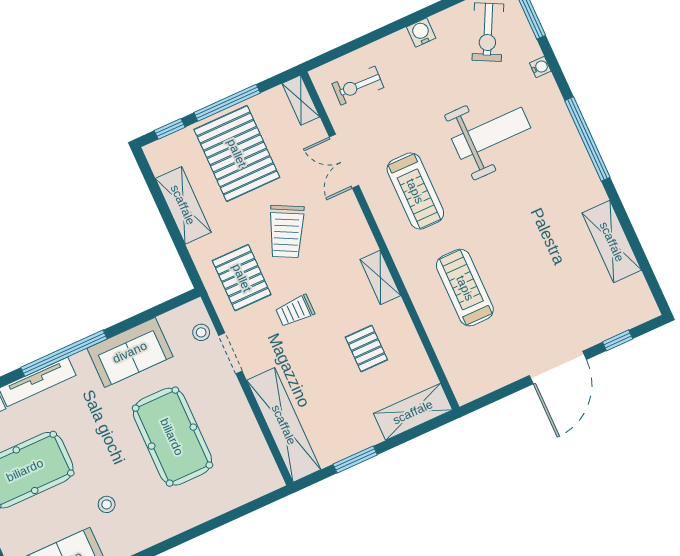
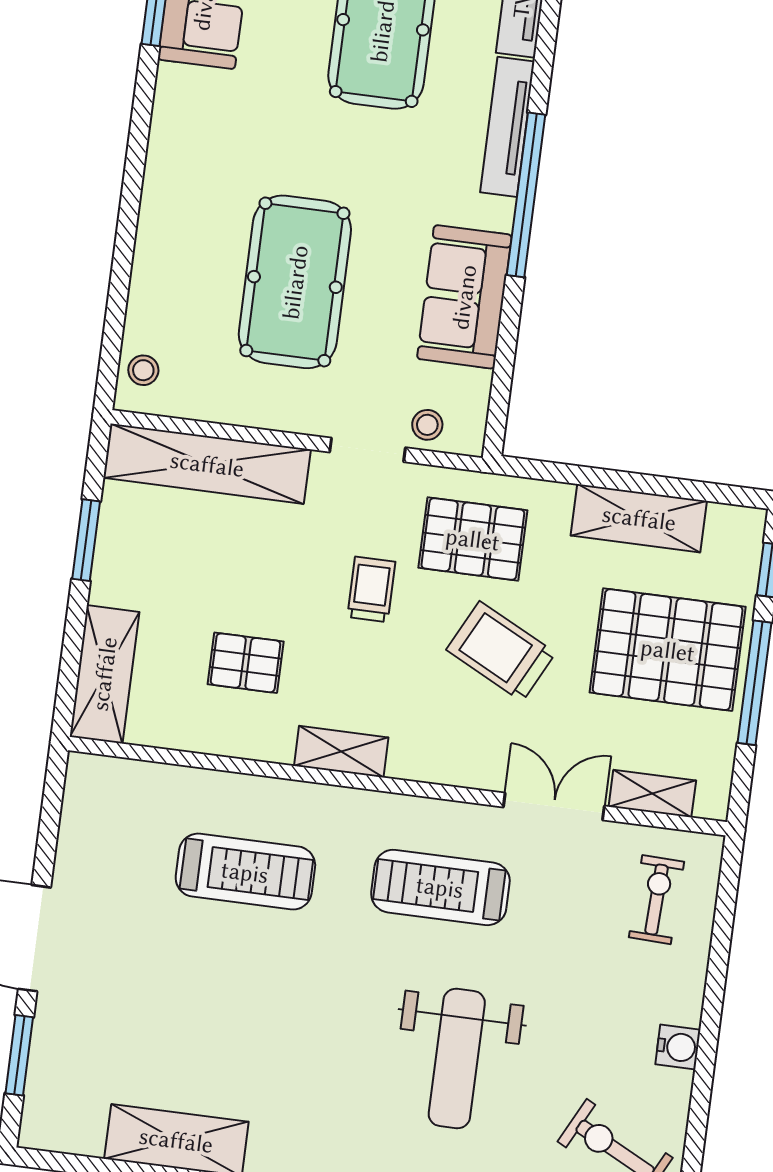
shelving: (301, 100) -> (652, 794), moved
window: (618, 340) -> (19, 1055), width x1.50
pool table: (172, 437) -> (295, 282), turned 90
stool: (107, 504) -> (143, 370), moved

